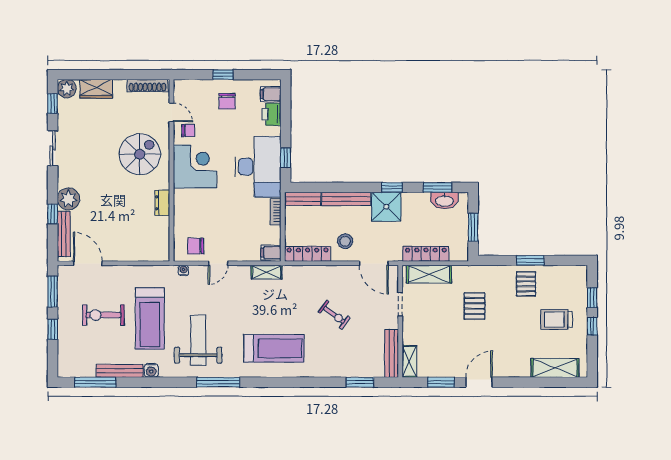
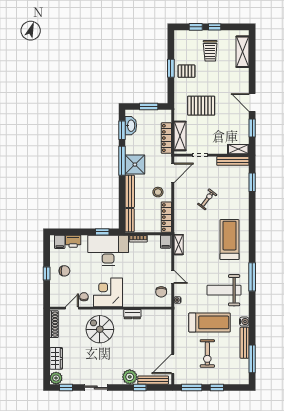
window: (392, 187) -> (122, 161), width x2.17
pallet: (474, 306) -> (201, 106), width x1.50, depth x1.42

